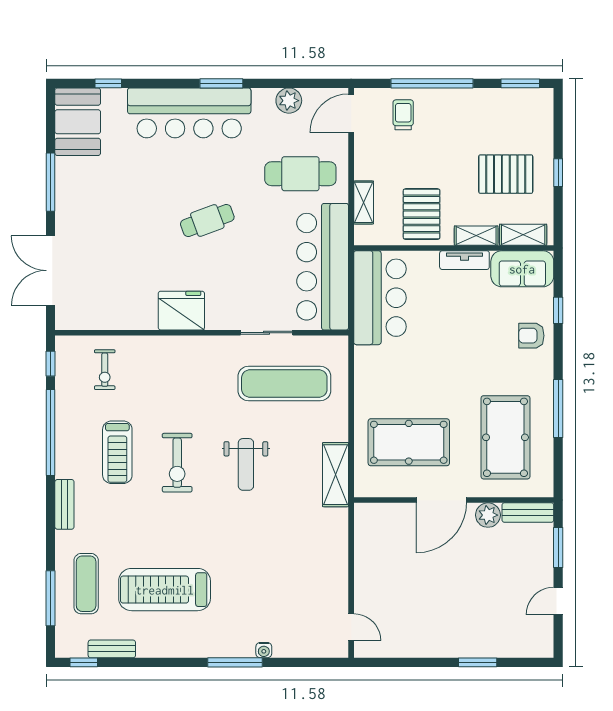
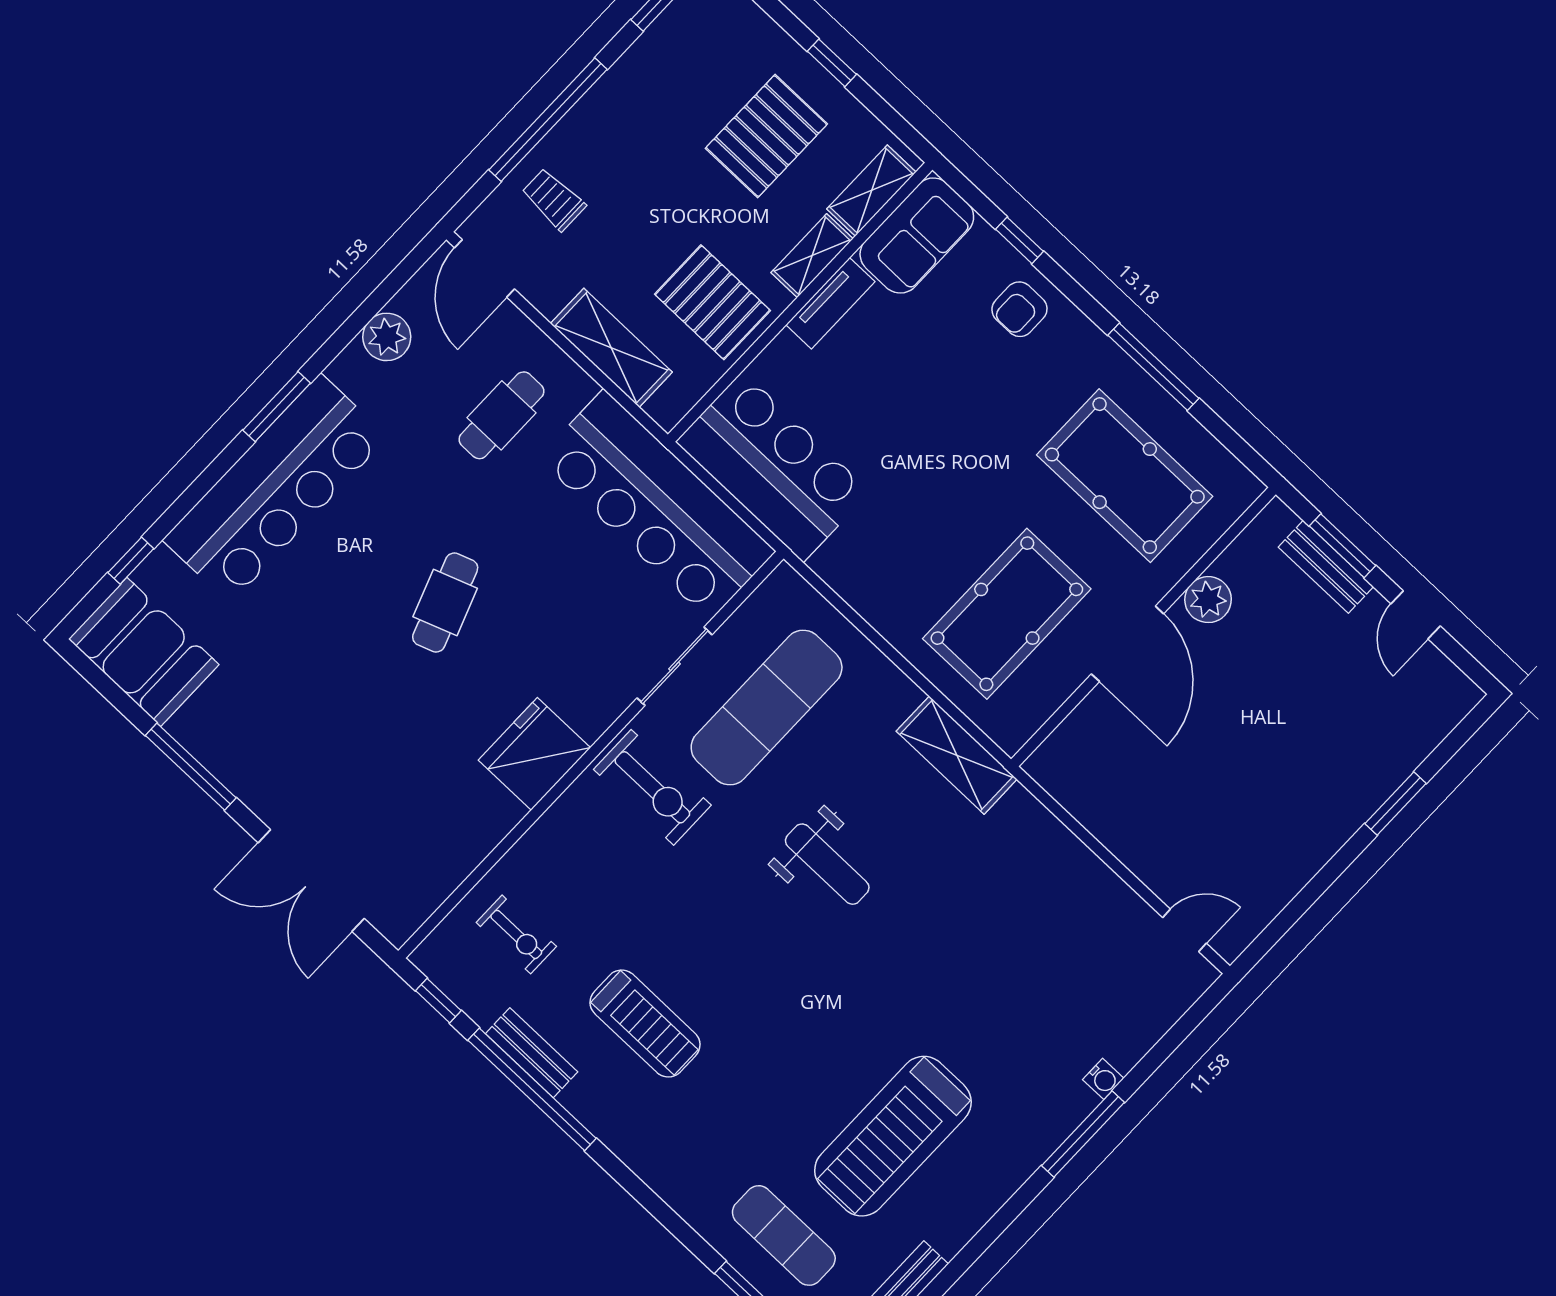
cafe table: (300, 174) -> (501, 415), width x0.73, depth x0.74
shelving: (364, 202) -> (611, 348), width x1.50, depth x1.33
exercise bike: (177, 463) -> (652, 787), moved
bench: (64, 504) -> (532, 1053), moved
bench: (528, 513) -> (1326, 567), moved, turned 90

